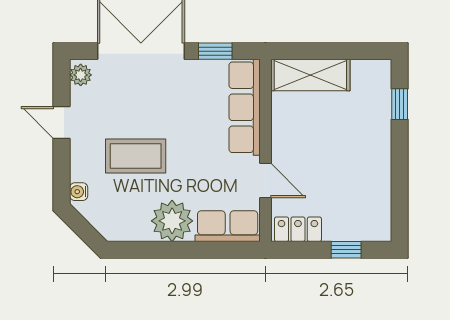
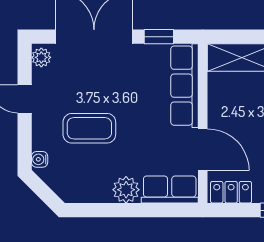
door: (266, 180) -> (203, 150), width x1.38
plant: (172, 221) -> (126, 190), width x0.73, depth x0.73

